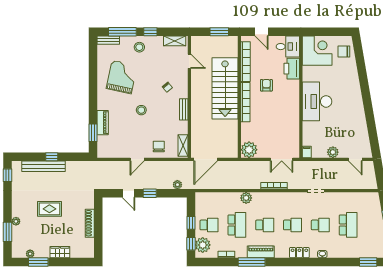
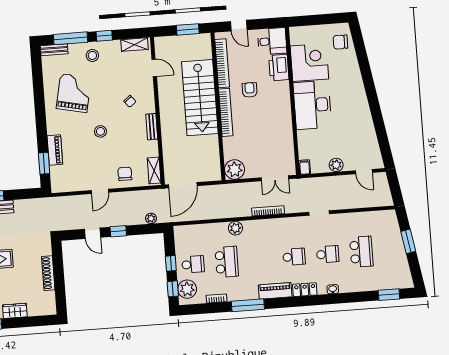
corner desk: (317, 51) -> (309, 63), moved
school desk: (265, 225) -> (260, 259), removed
piano: (261, 252) -> (275, 291), moved

